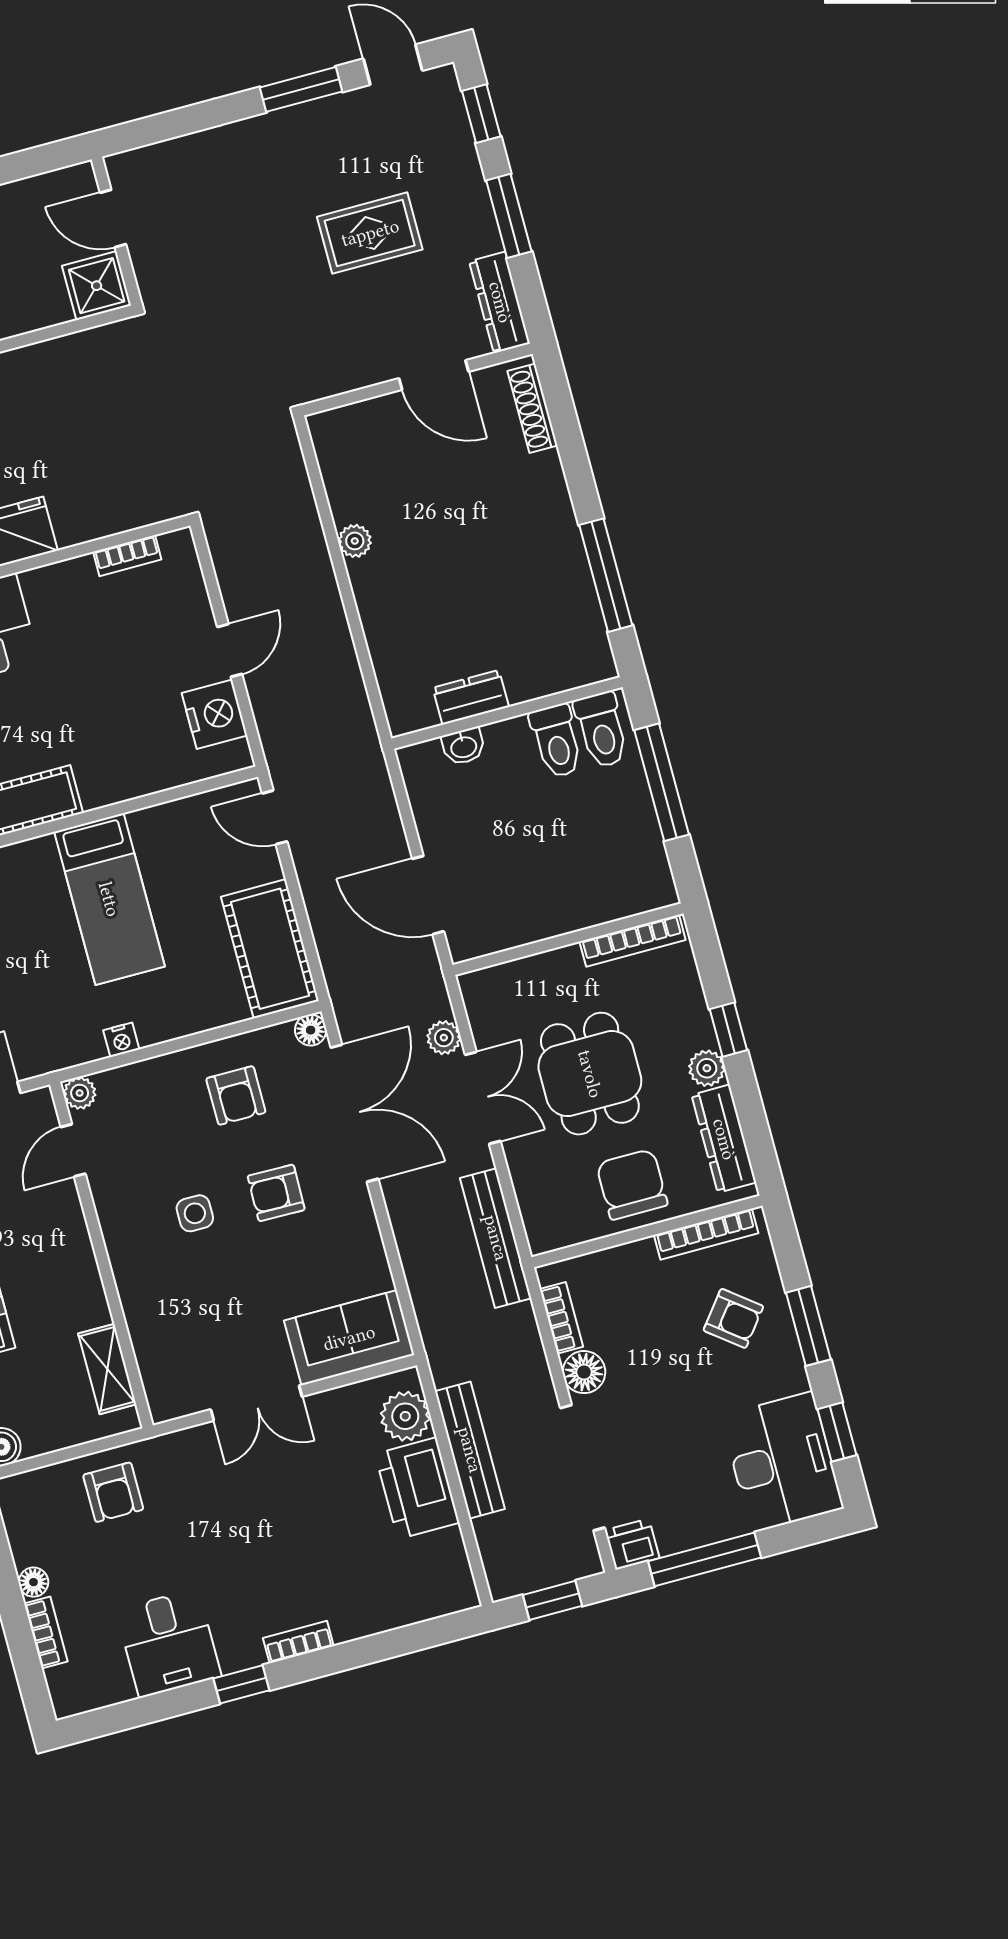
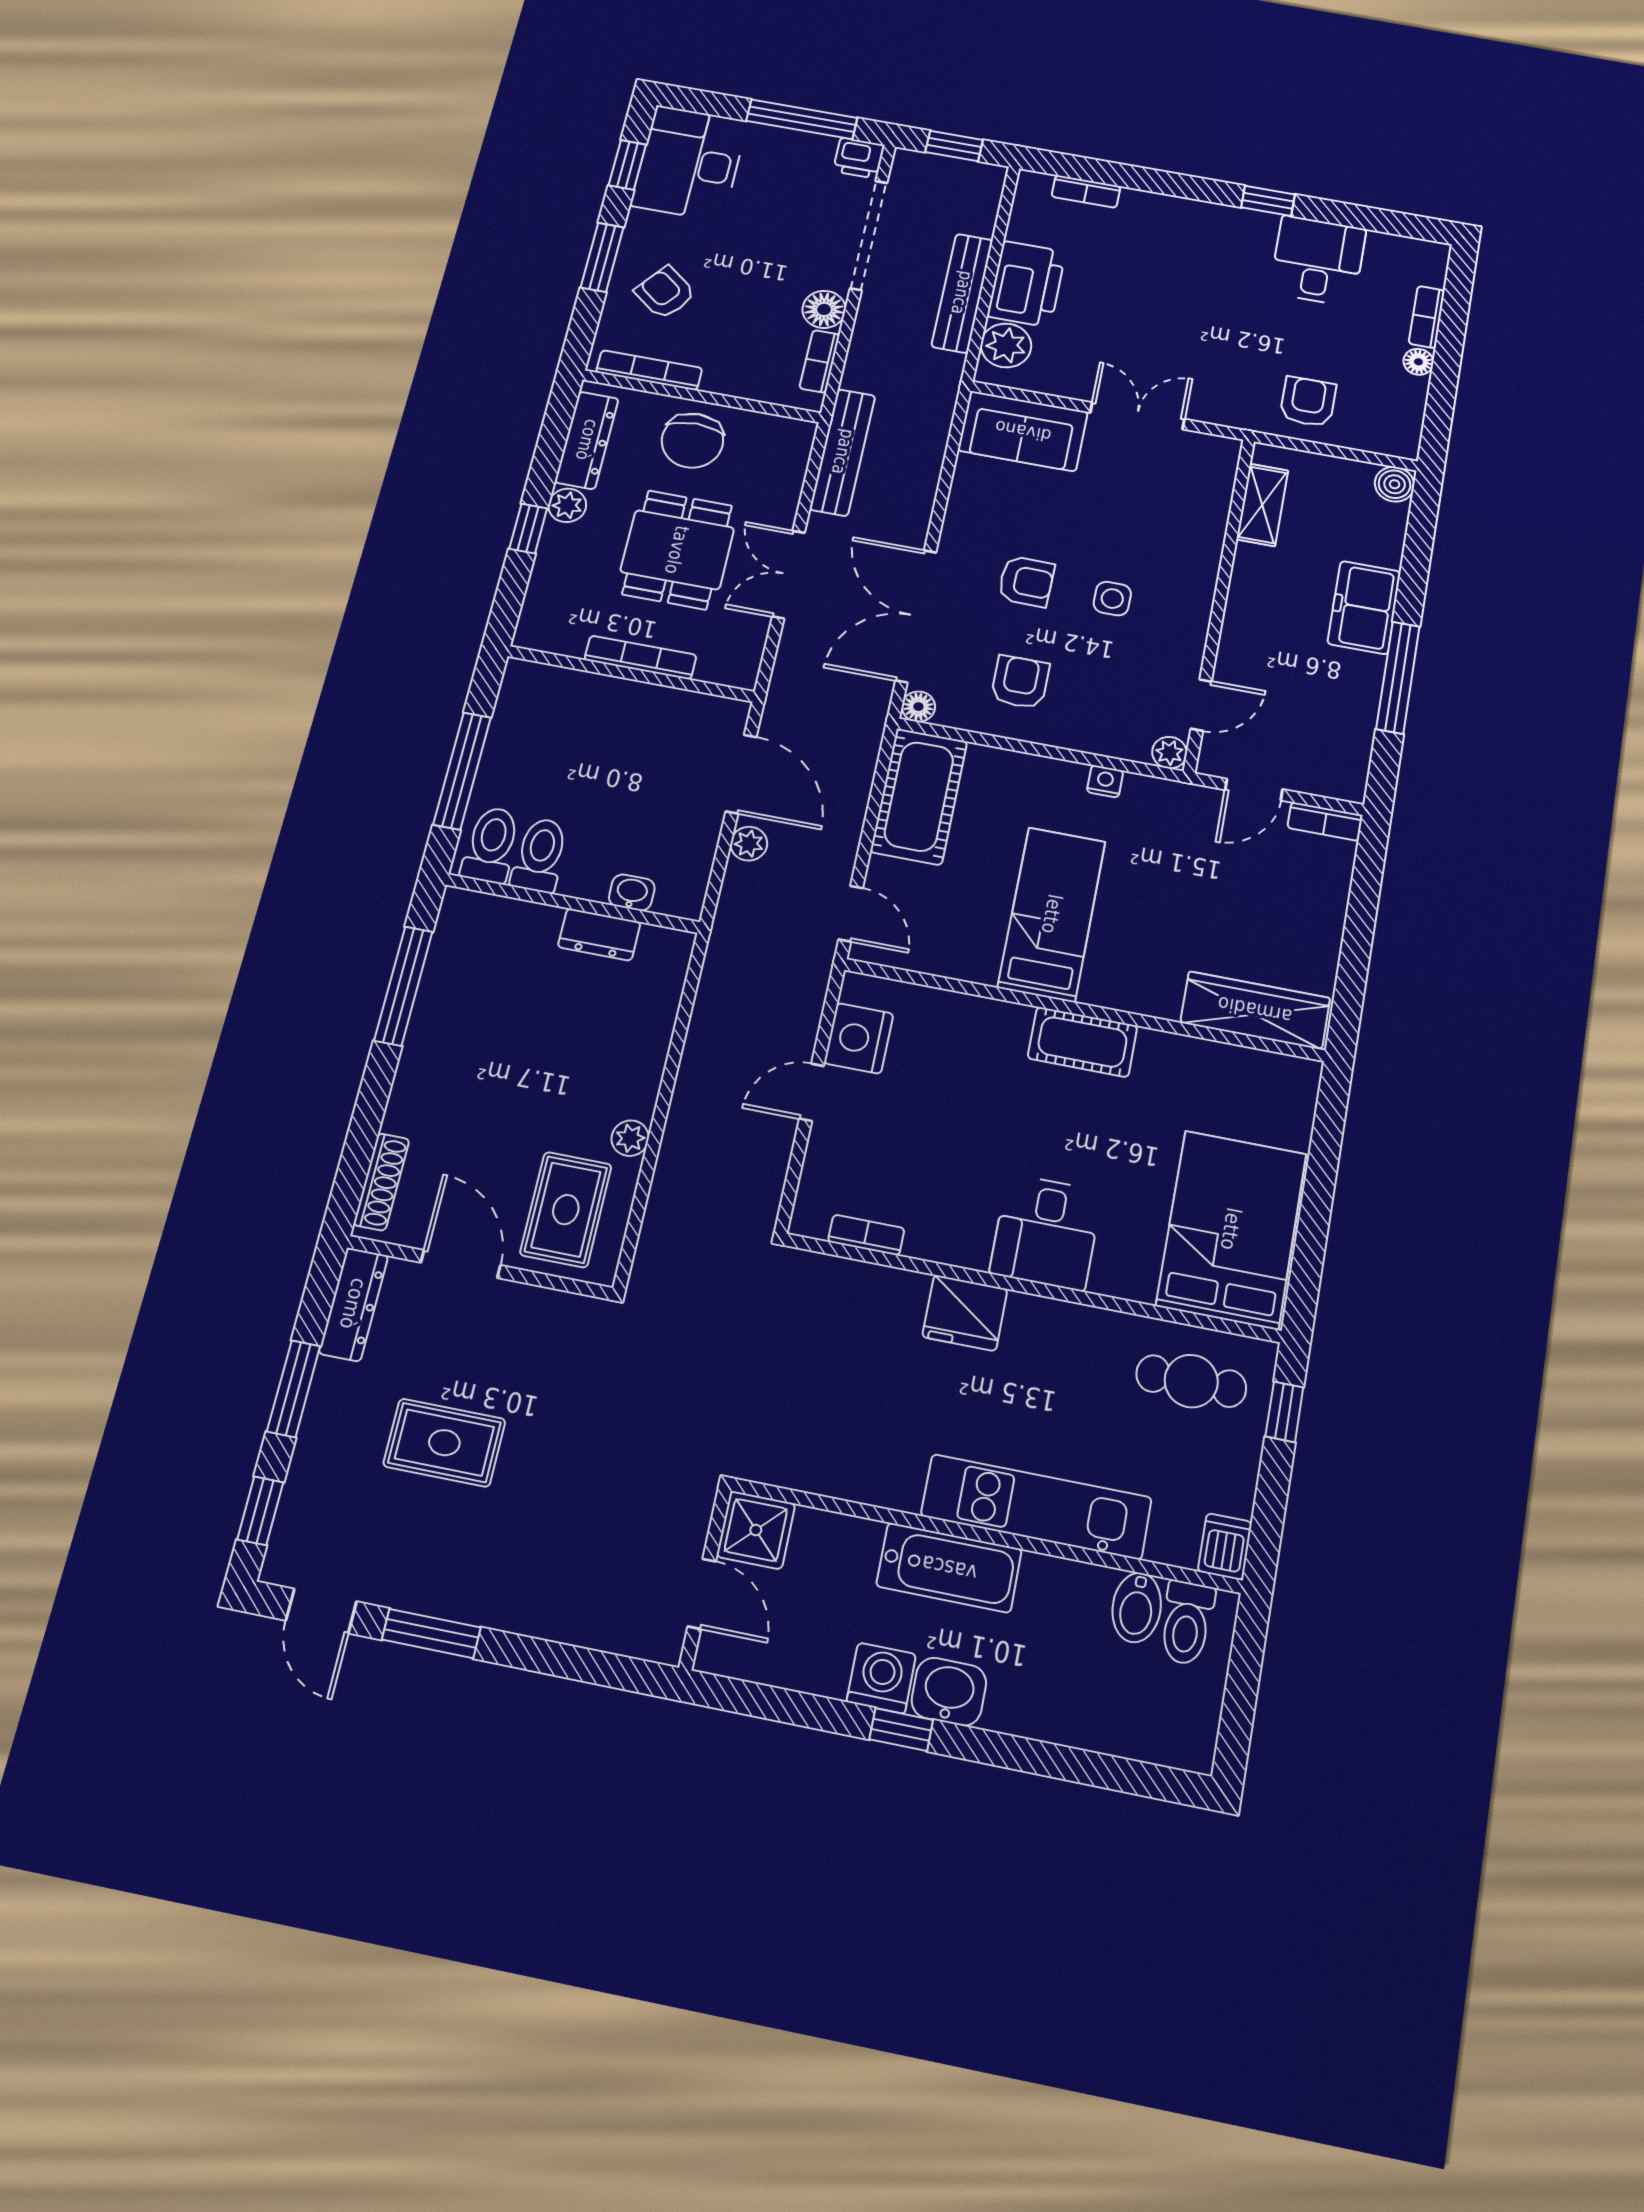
rug: (375, 459) -> (566, 1210), added
bookcase: (633, 941) -> (640, 657), moved
plant: (444, 1038) -> (749, 844), moved
bookcase: (298, 1642) -> (1086, 191), moved

